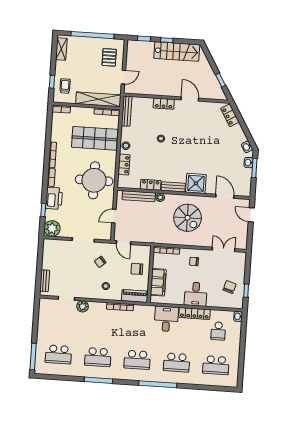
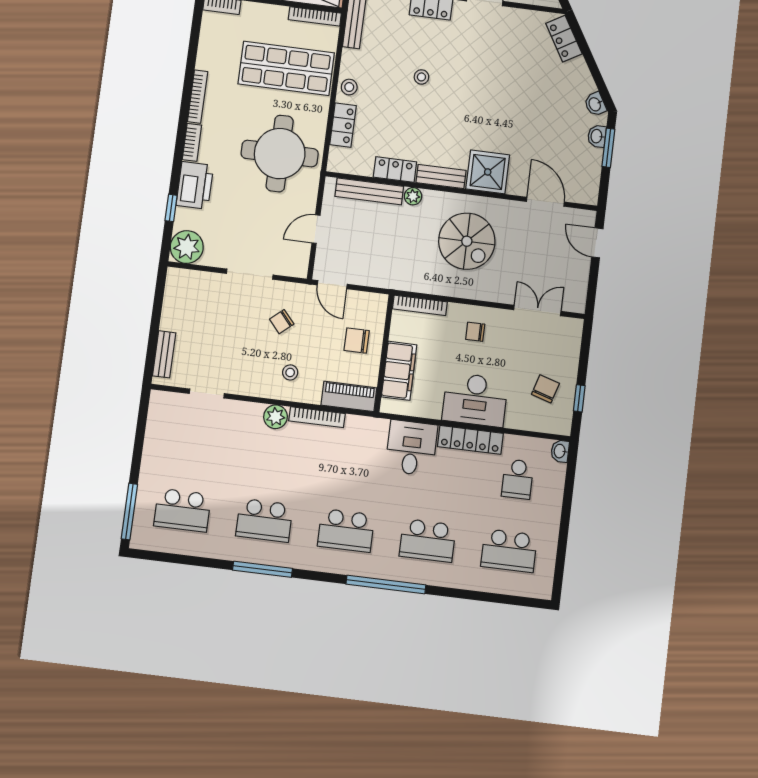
desk: (196, 294) -> (475, 400), width x1.37
plant: (83, 306) -> (276, 417), moved

